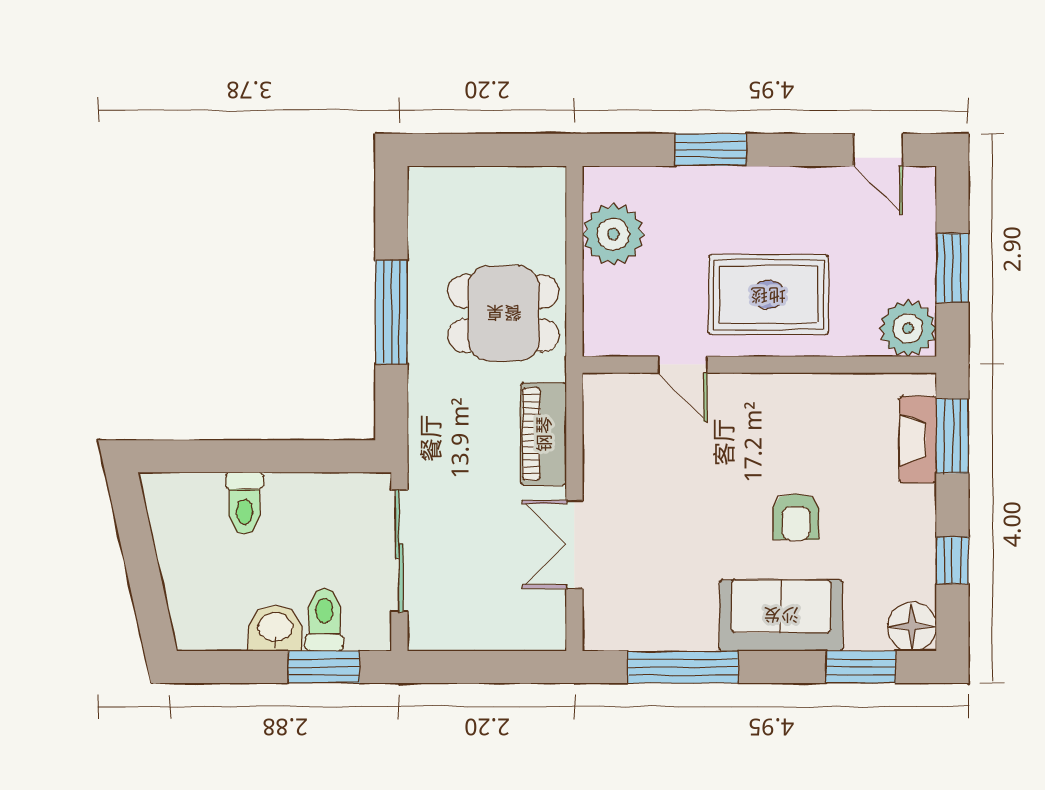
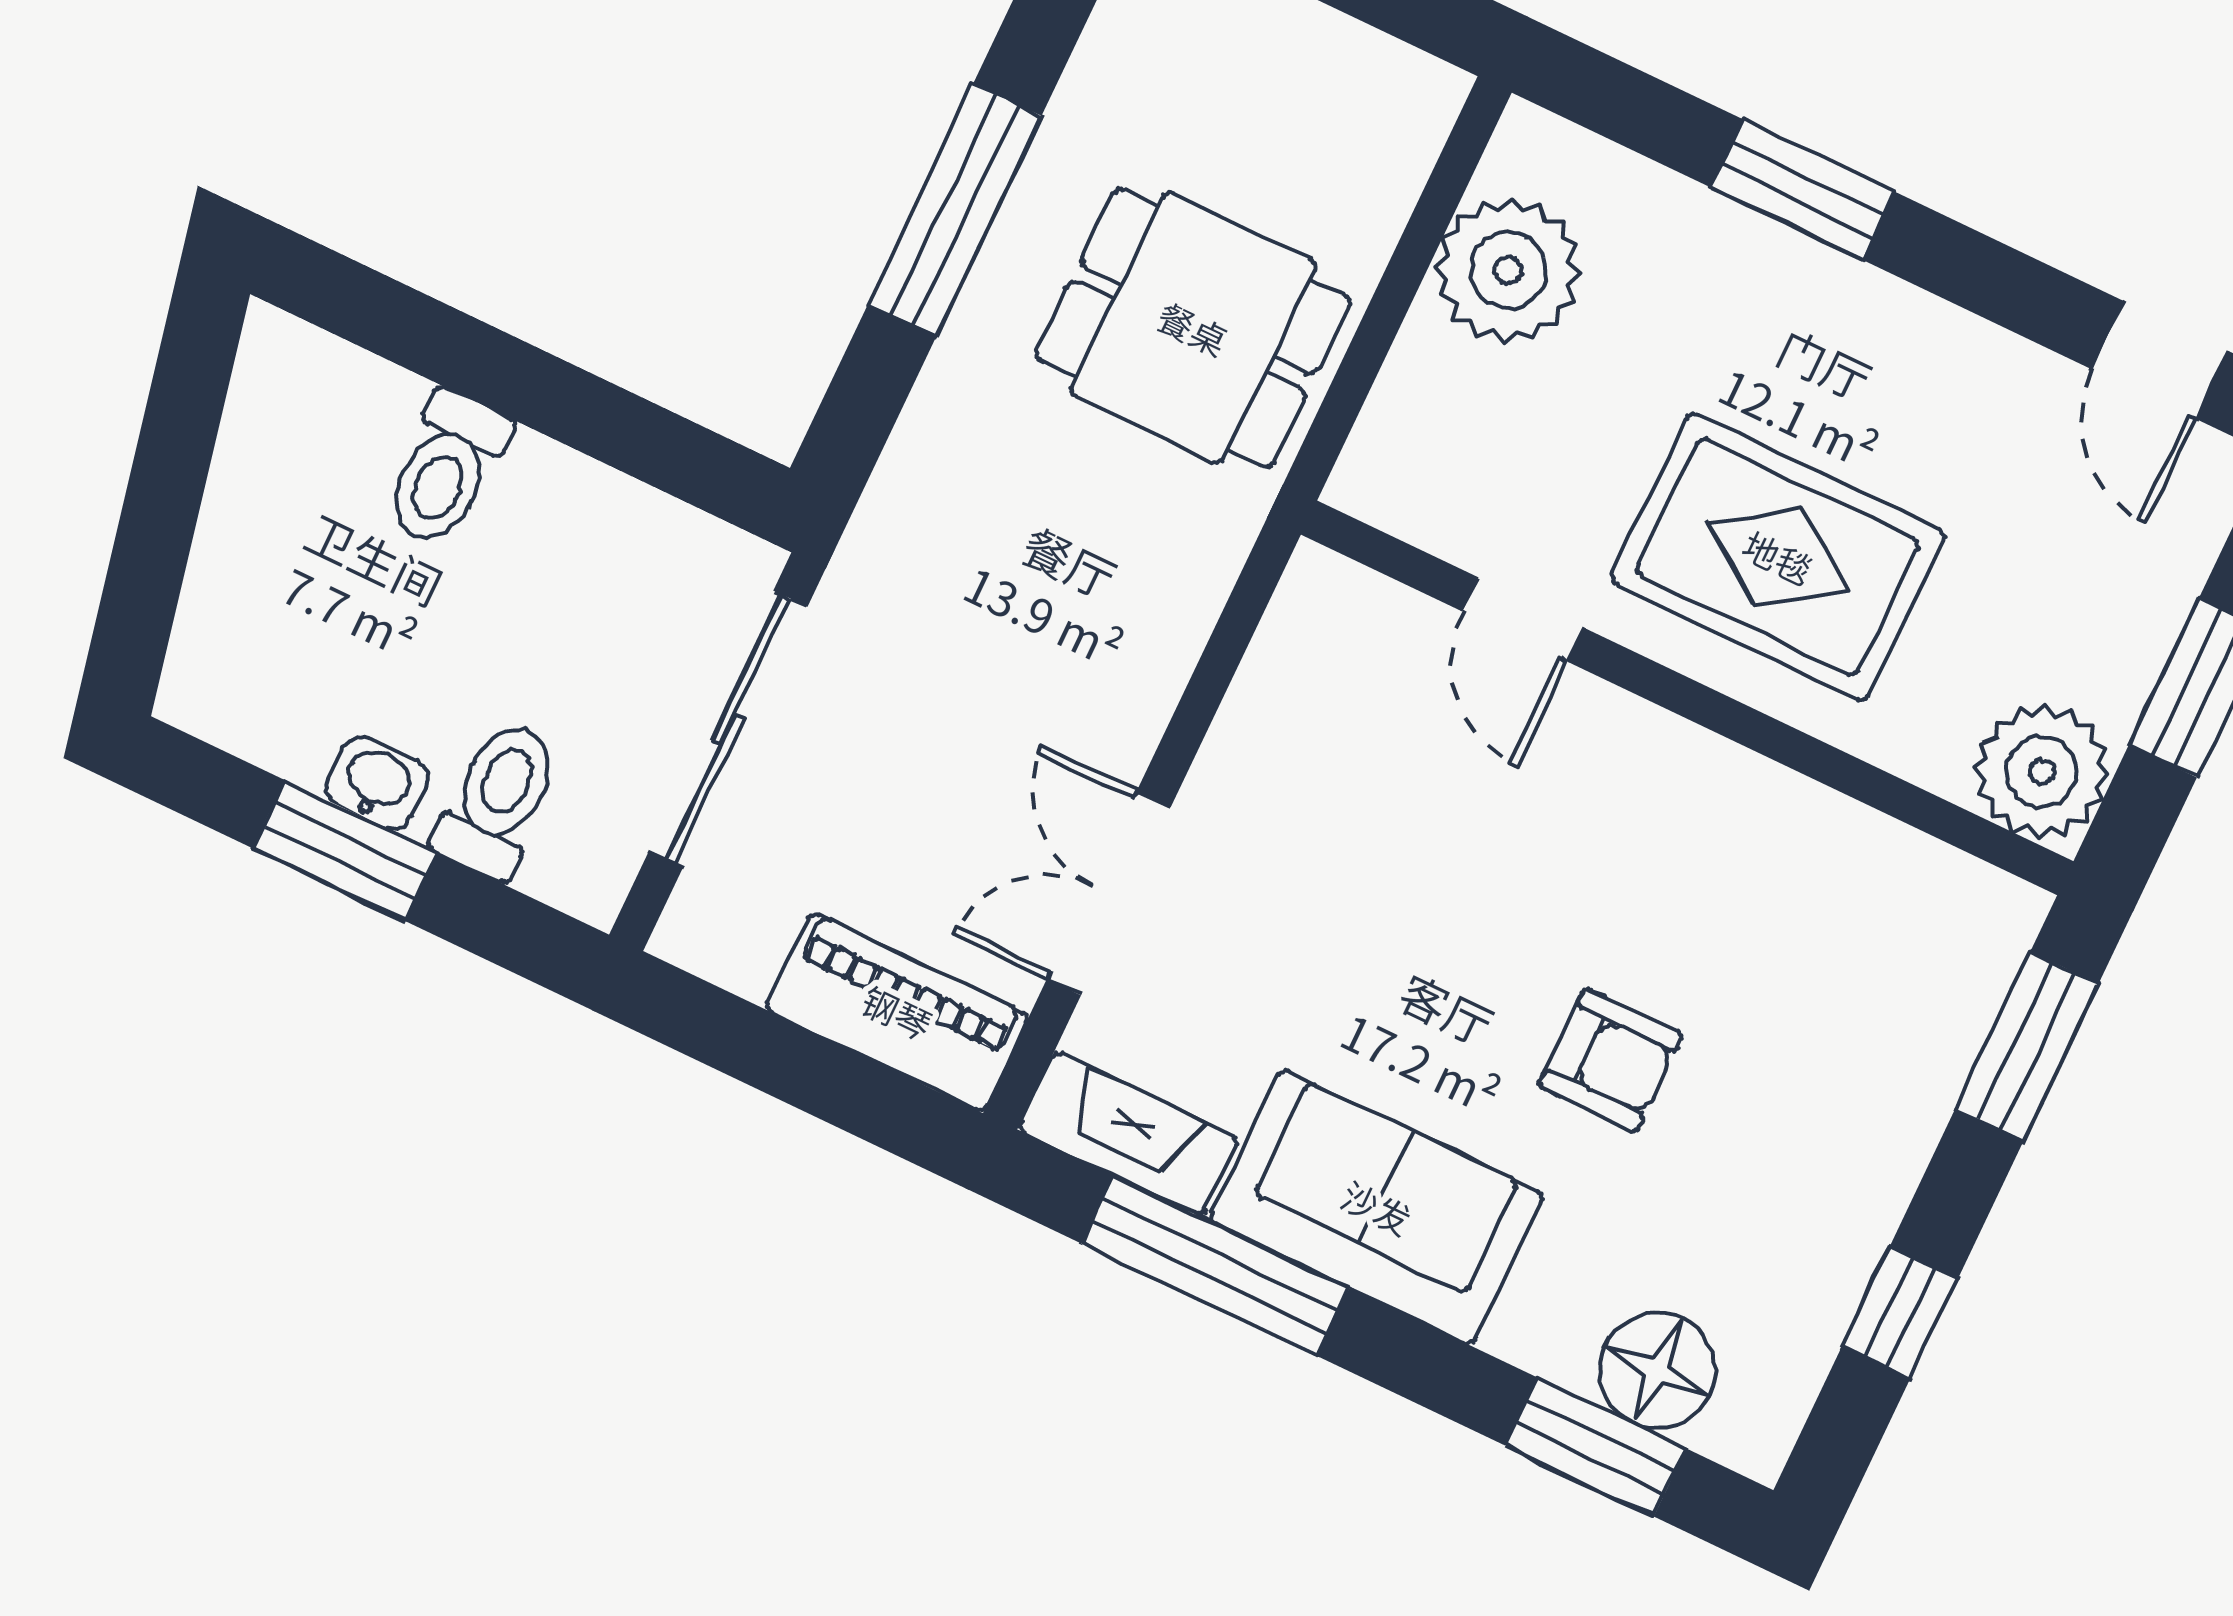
piano: (544, 434) -> (897, 1012), moved, turned 90
fireplace: (918, 439) -> (1128, 1134), moved, turned 90
armchair: (796, 517) -> (1610, 1060), turned -90
sofa: (781, 615) -> (1377, 1207), moved
floor lamp: (912, 627) -> (1657, 1371), moved
washbasin: (275, 628) -> (377, 783), width x0.72, depth x0.69
window: (324, 667) -> (345, 851), moved

